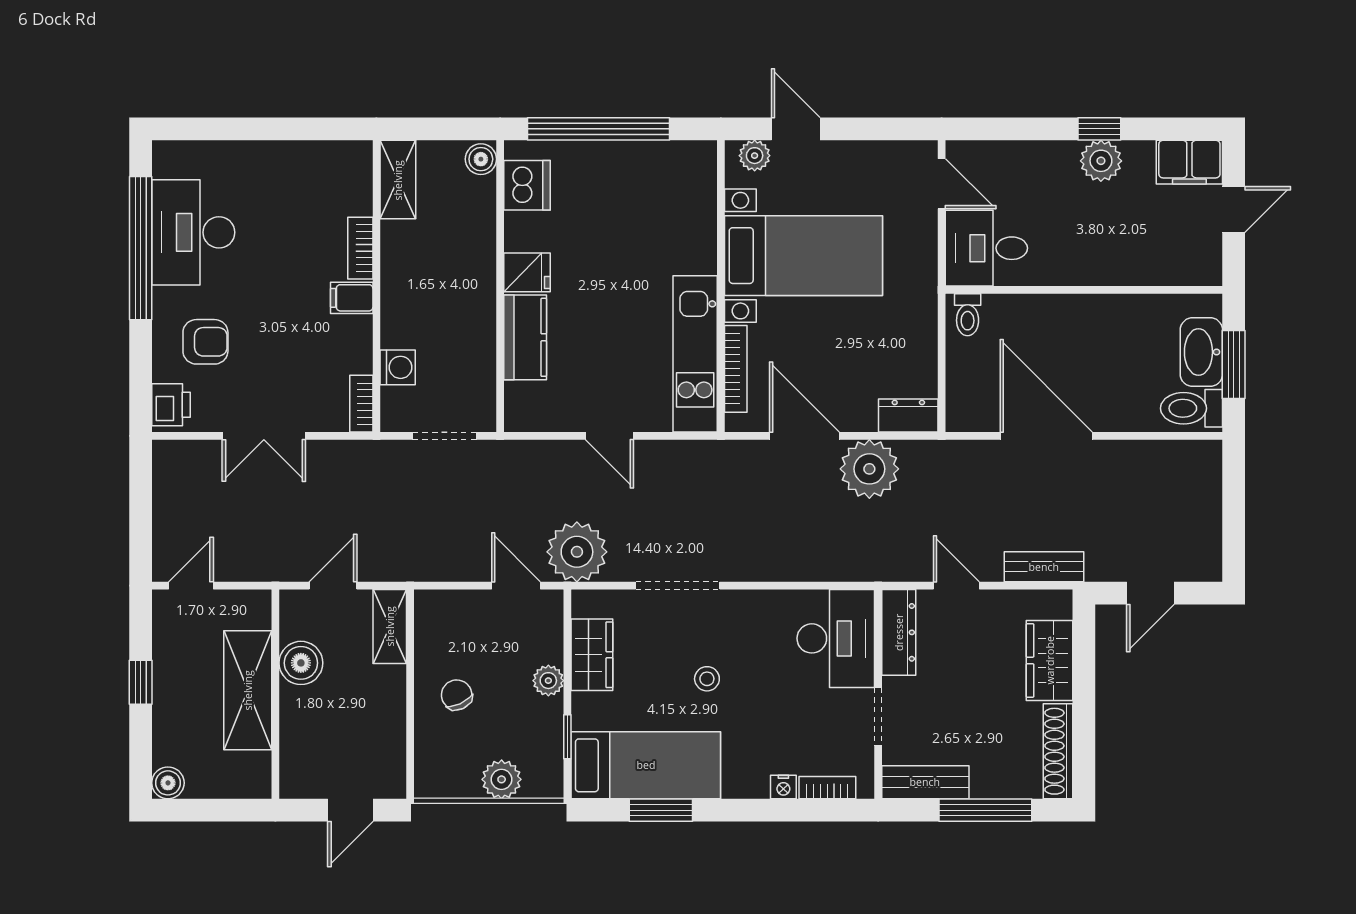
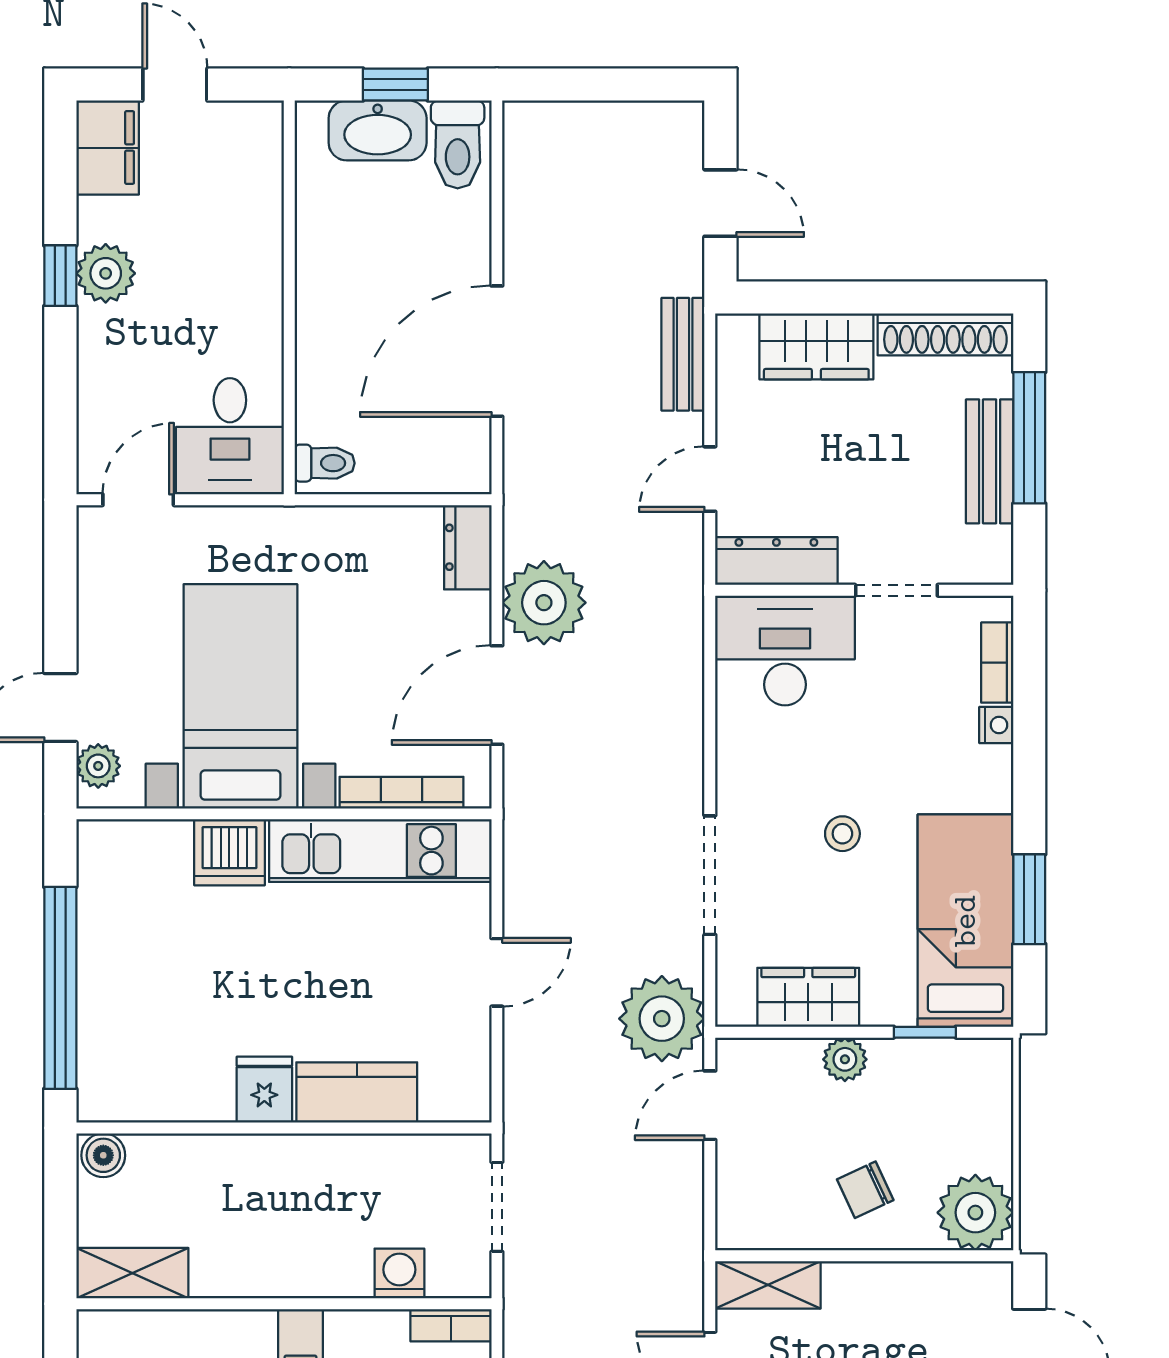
dishwasher: (527, 185) -> (229, 852), moved, turned 180
bookcase: (360, 248) -> (230, 1327), removed
window: (1234, 364) -> (395, 85), width x0.67
plant: (502, 779) -> (975, 1213), moved, width x1.36, depth x1.36
bench: (925, 782) -> (990, 461), moved

